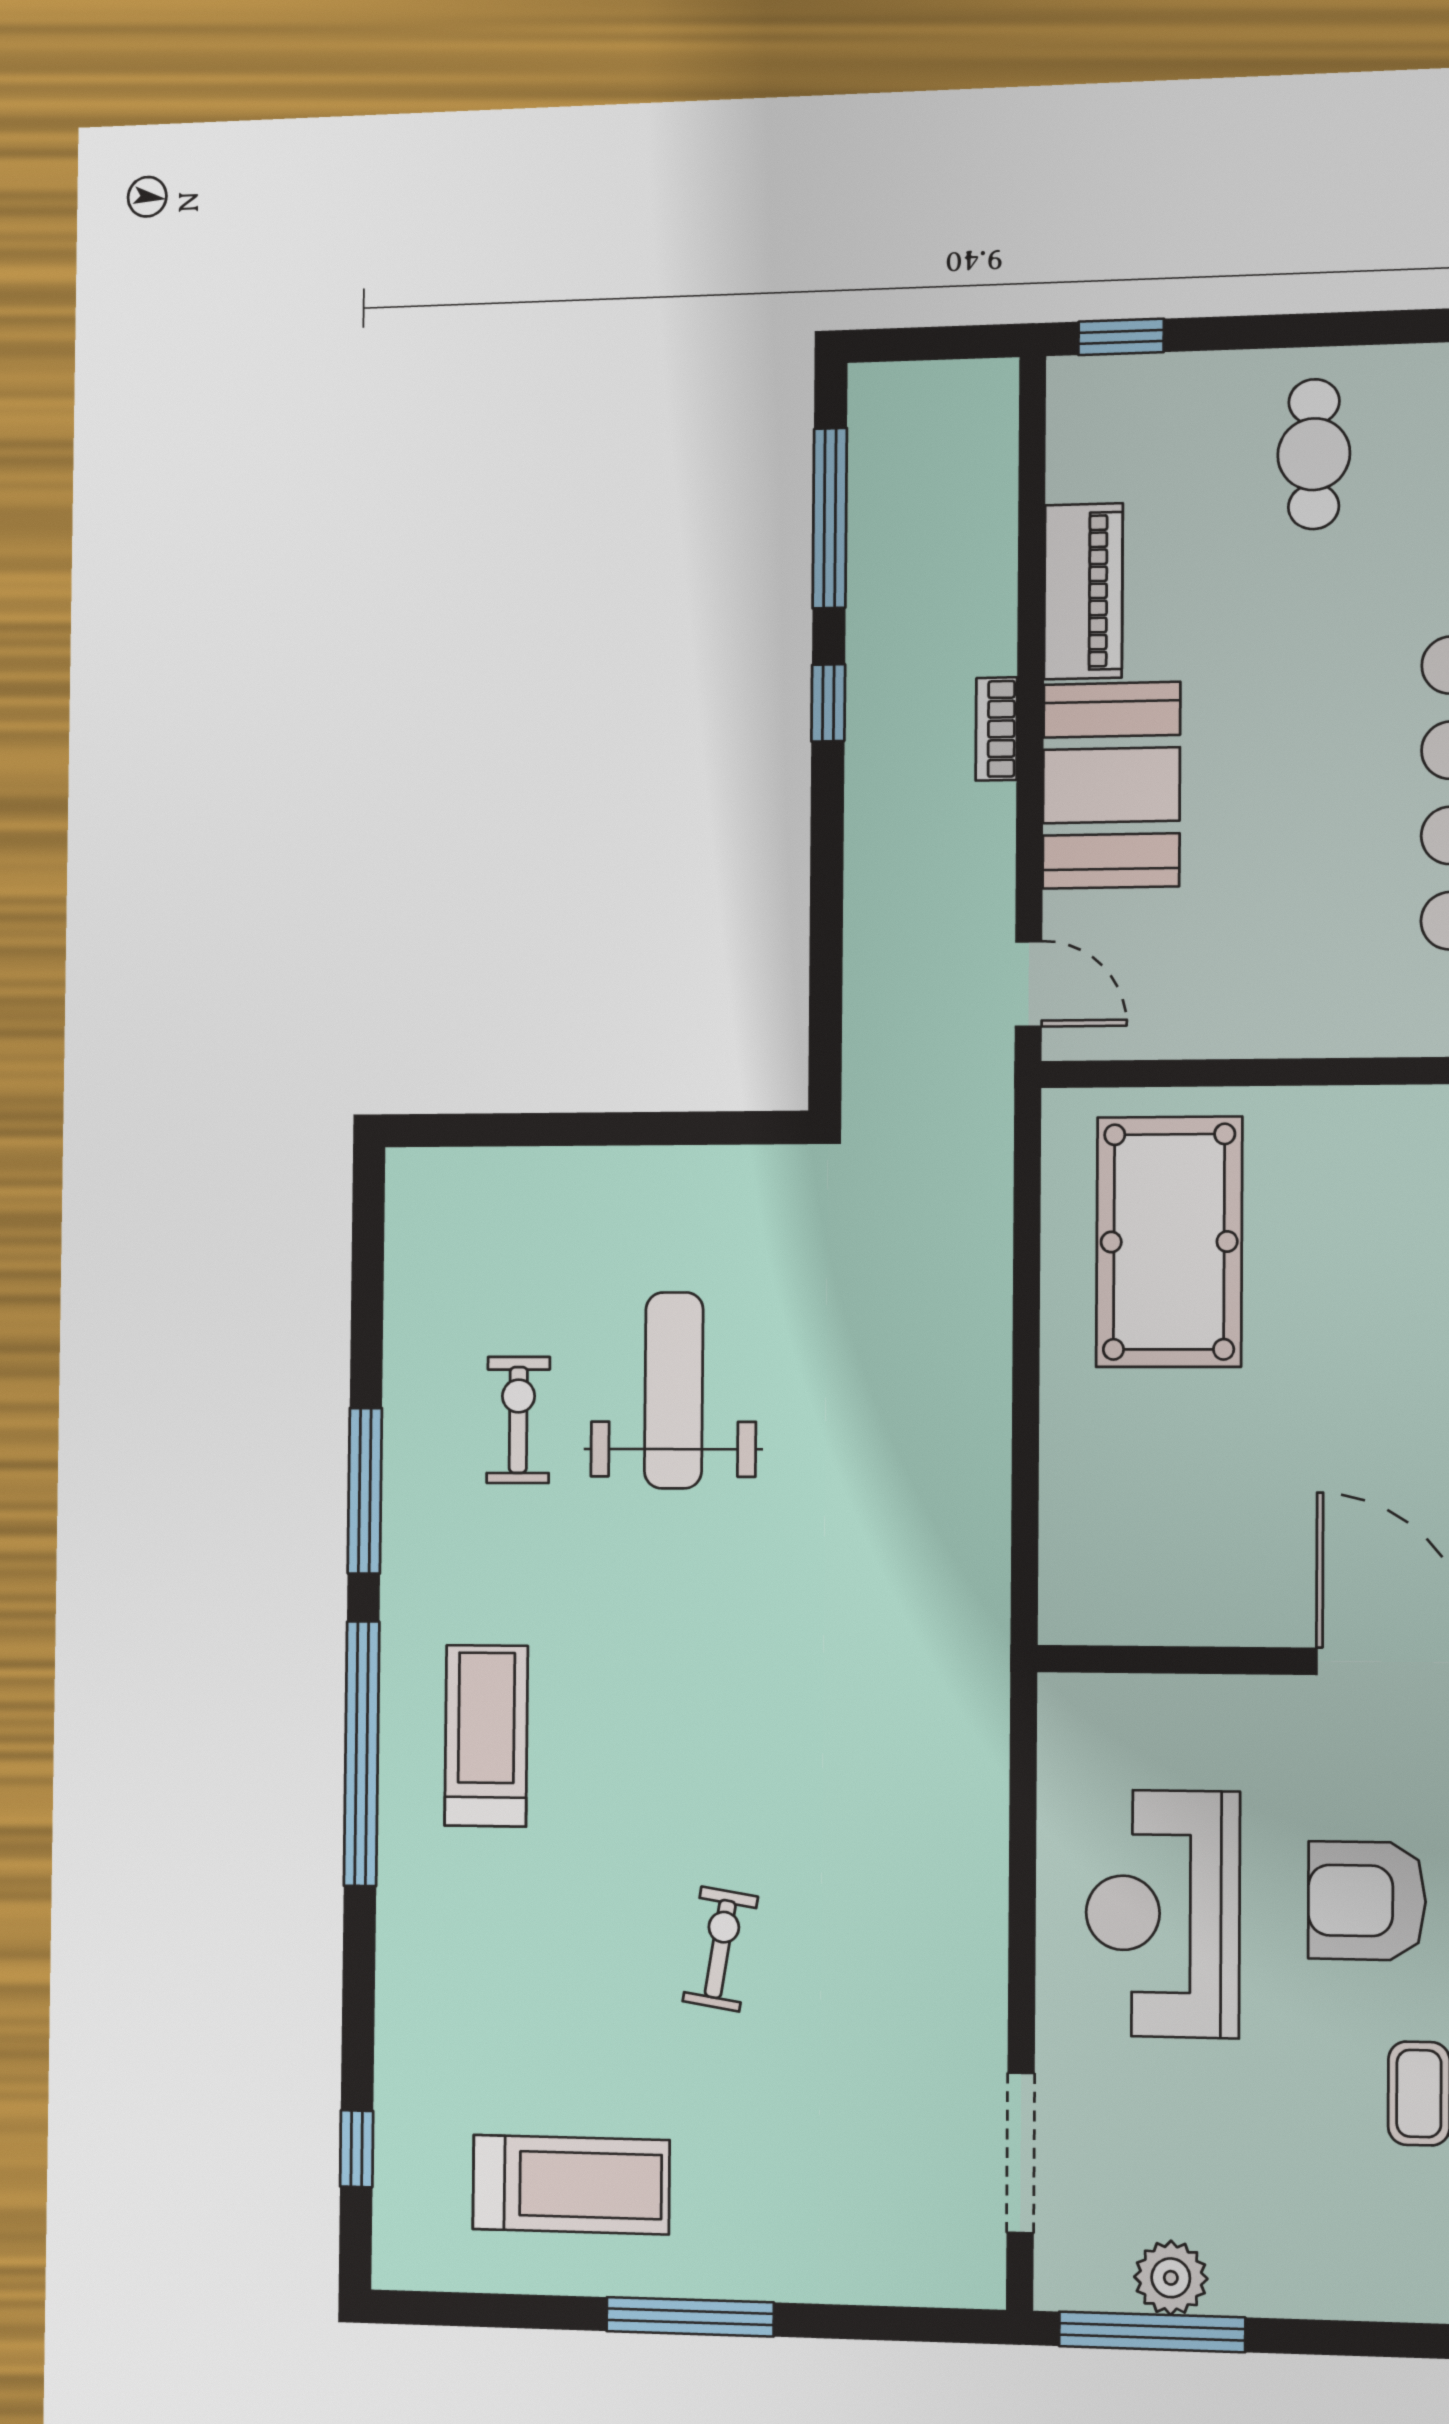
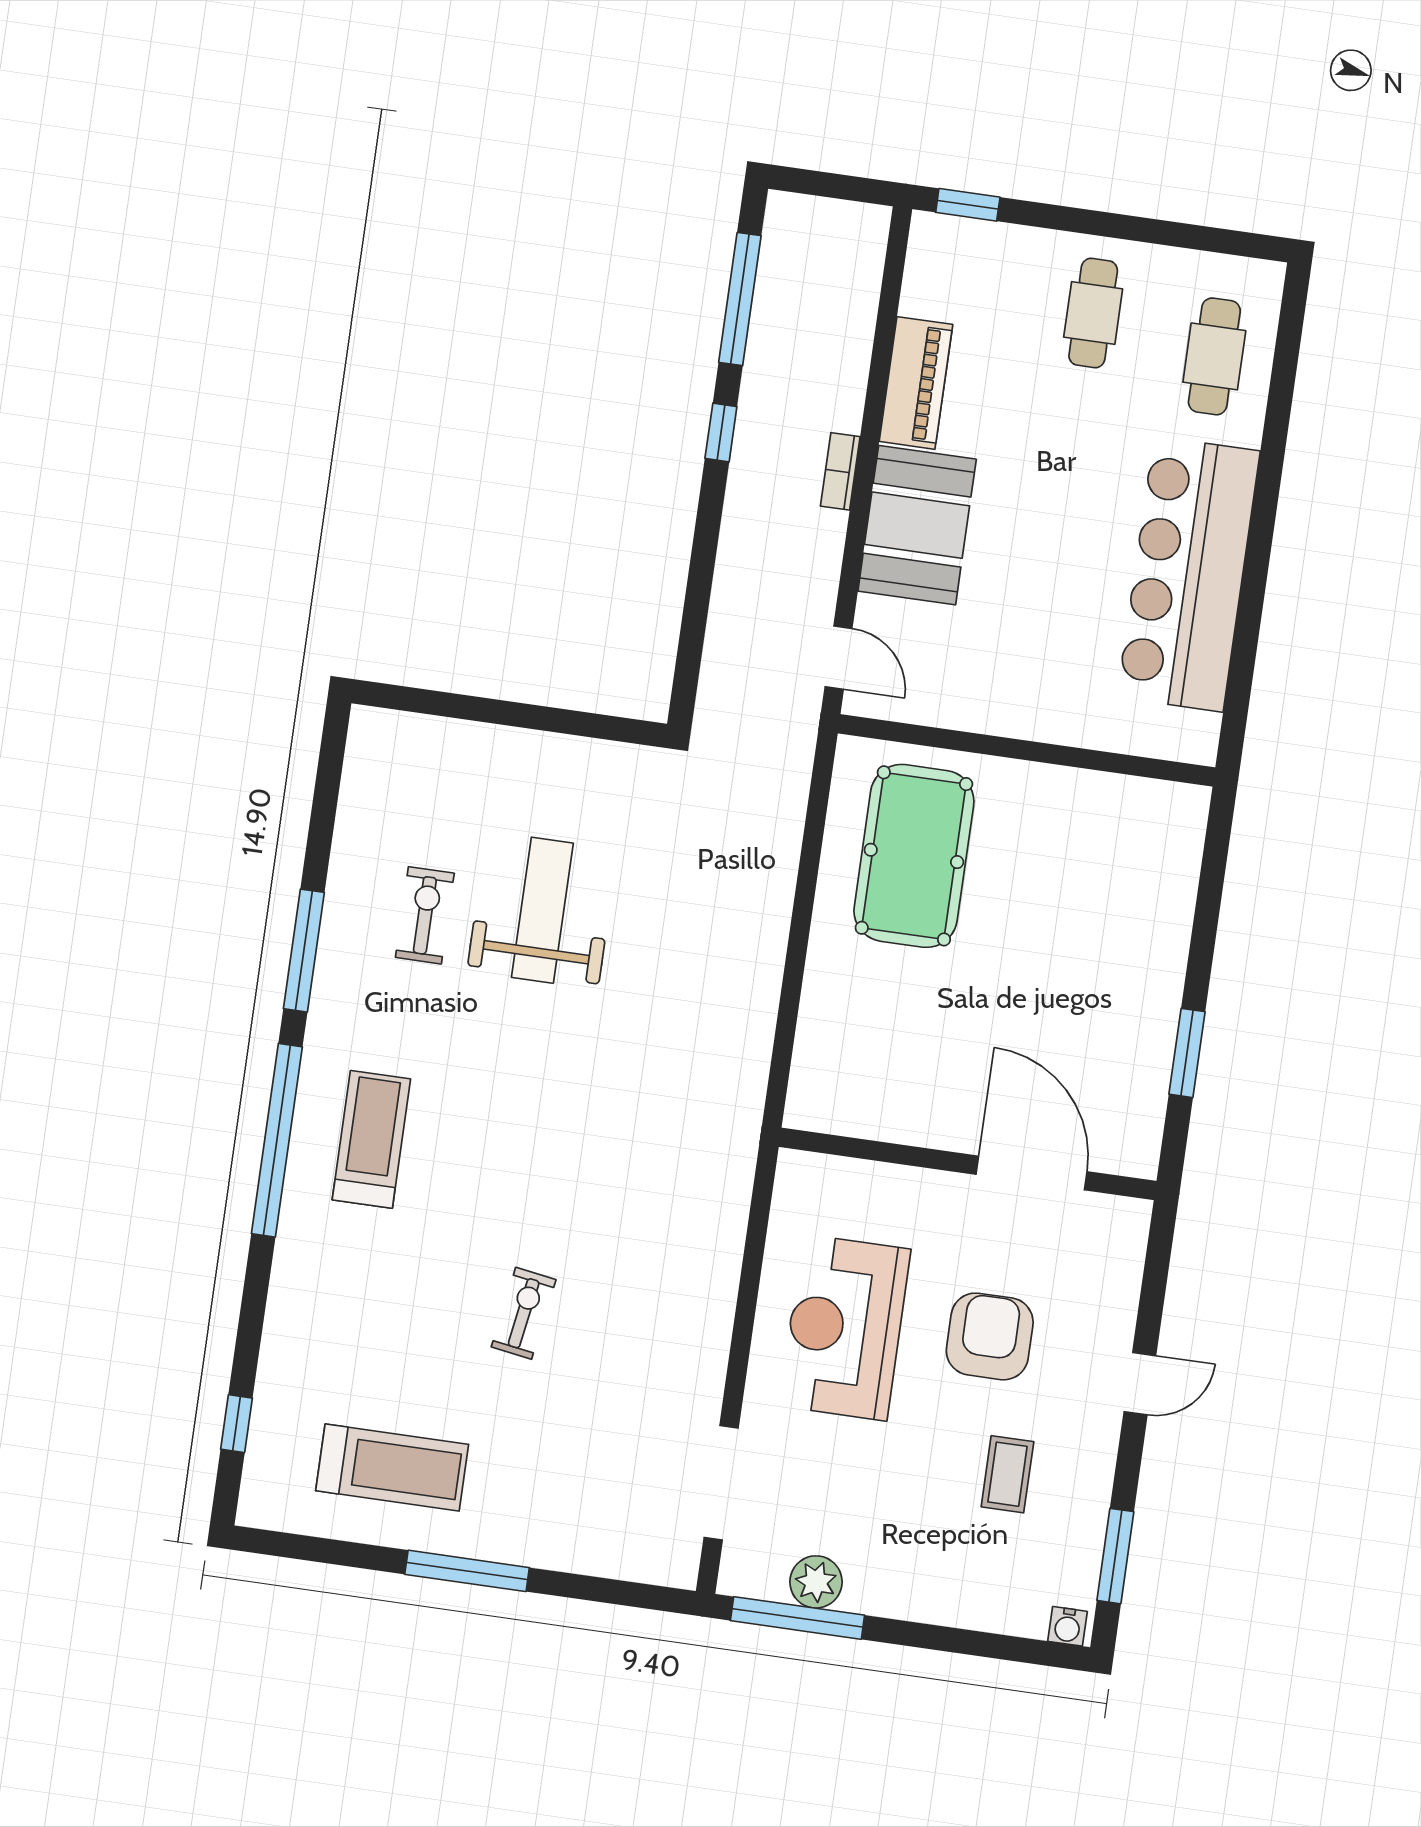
armchair: (1367, 1901) -> (990, 1336), turned 90

